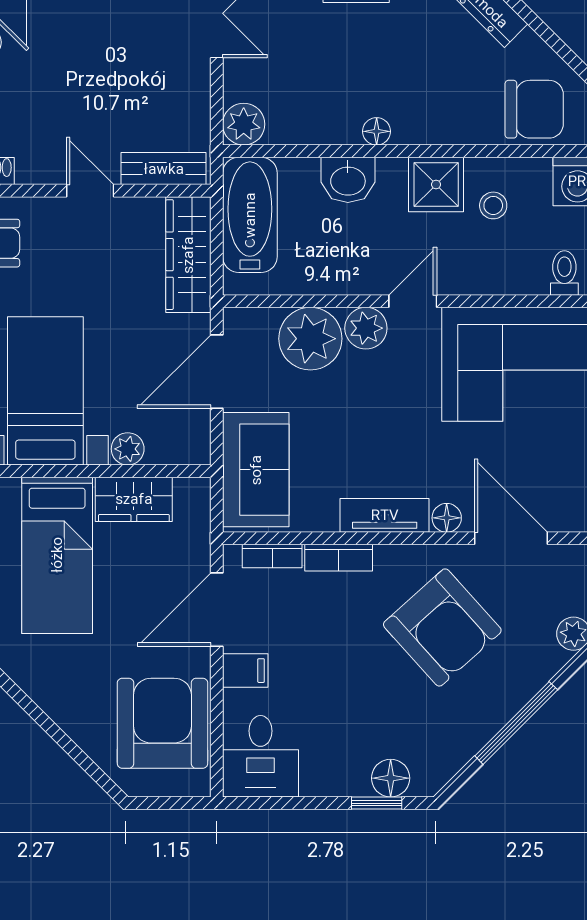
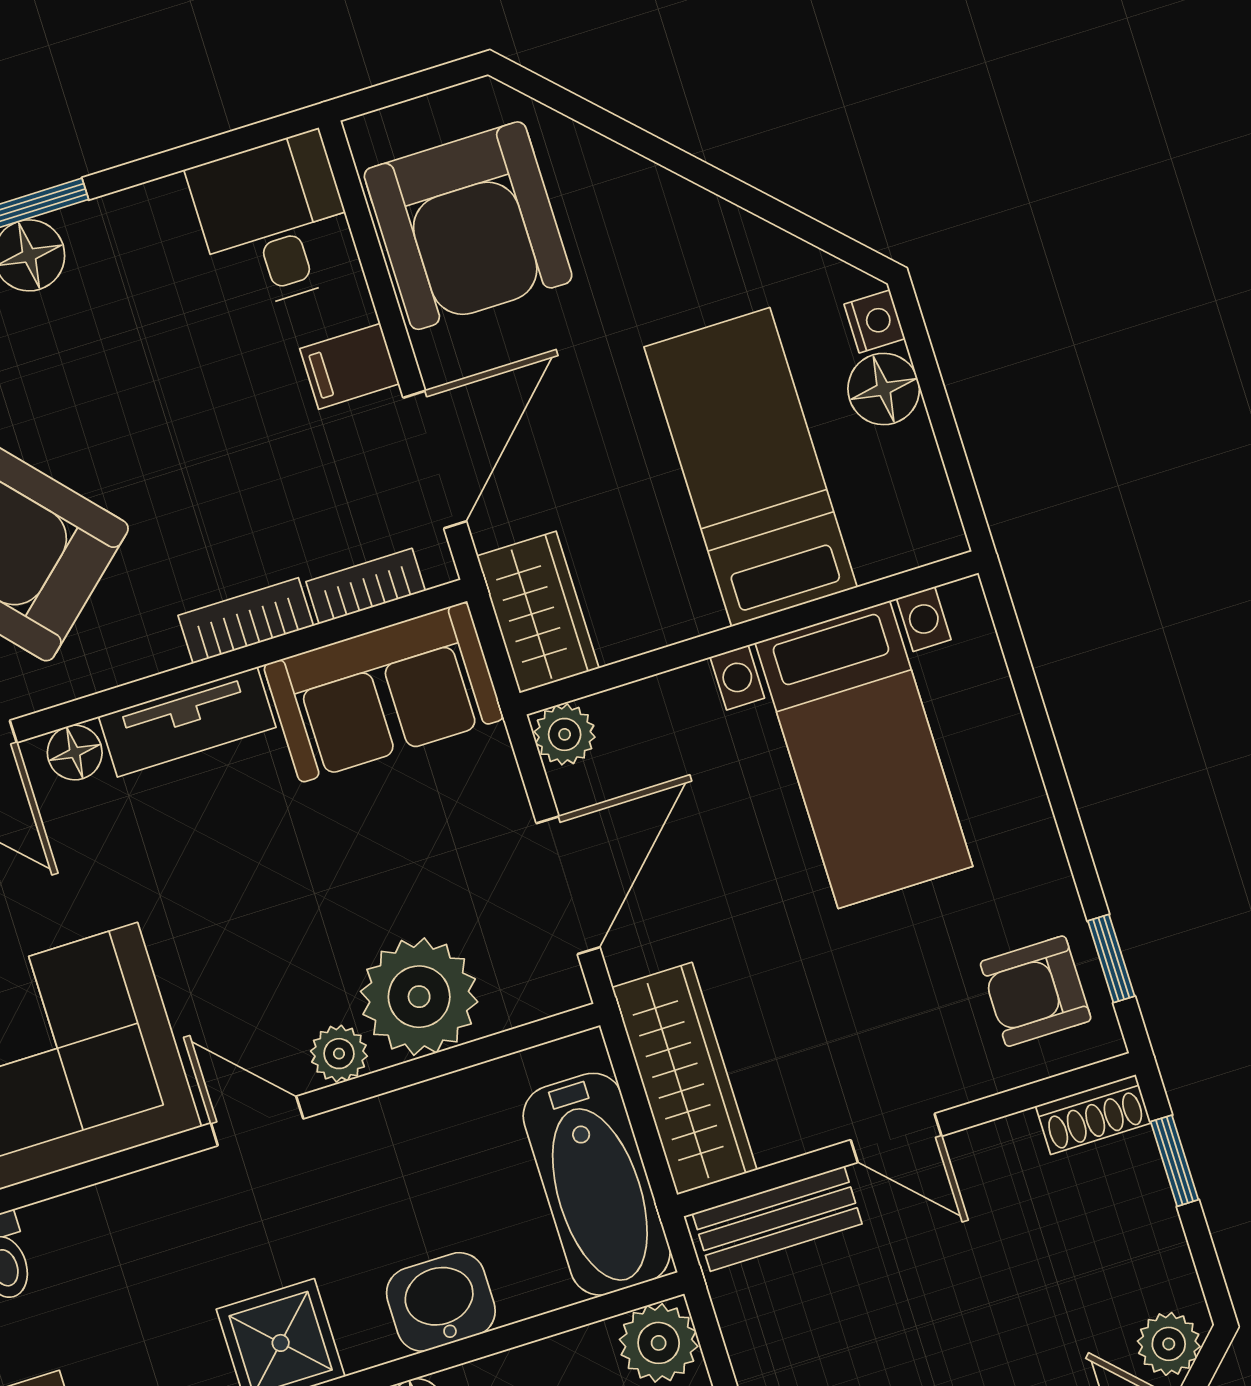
stool: (493, 205) -> (167, 1337), removed
door: (413, 301) -> (257, 1121), swing flipped
plant: (366, 328) -> (339, 1054), width x0.73, depth x0.73
plant: (128, 449) -> (565, 734), moved
sofa: (256, 470) -> (384, 692), moved, turned -90
wardrobe: (134, 499) -> (538, 612), moved, turned 90

